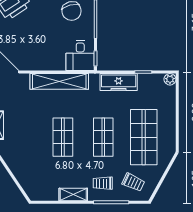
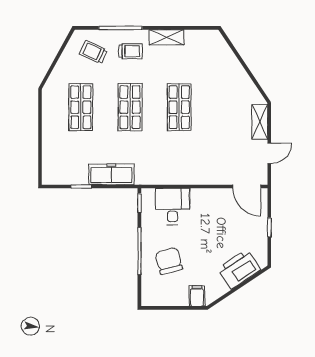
desk: (80, 56) -> (172, 207), moved
plant: (170, 79) -> (49, 178), removed
shelving: (59, 81) -> (184, 175), removed
shop shelf: (144, 137) -> (81, 107), width x0.70, depth x0.74

